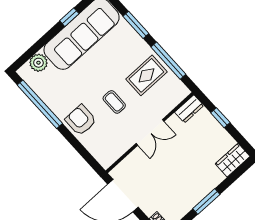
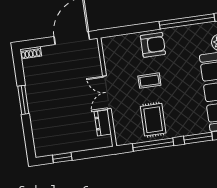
dresser: (189, 109) -> (103, 123), moved
window: (220, 118) -> (62, 158), moved
wardrobe: (233, 160) -> (42, 142), removed

